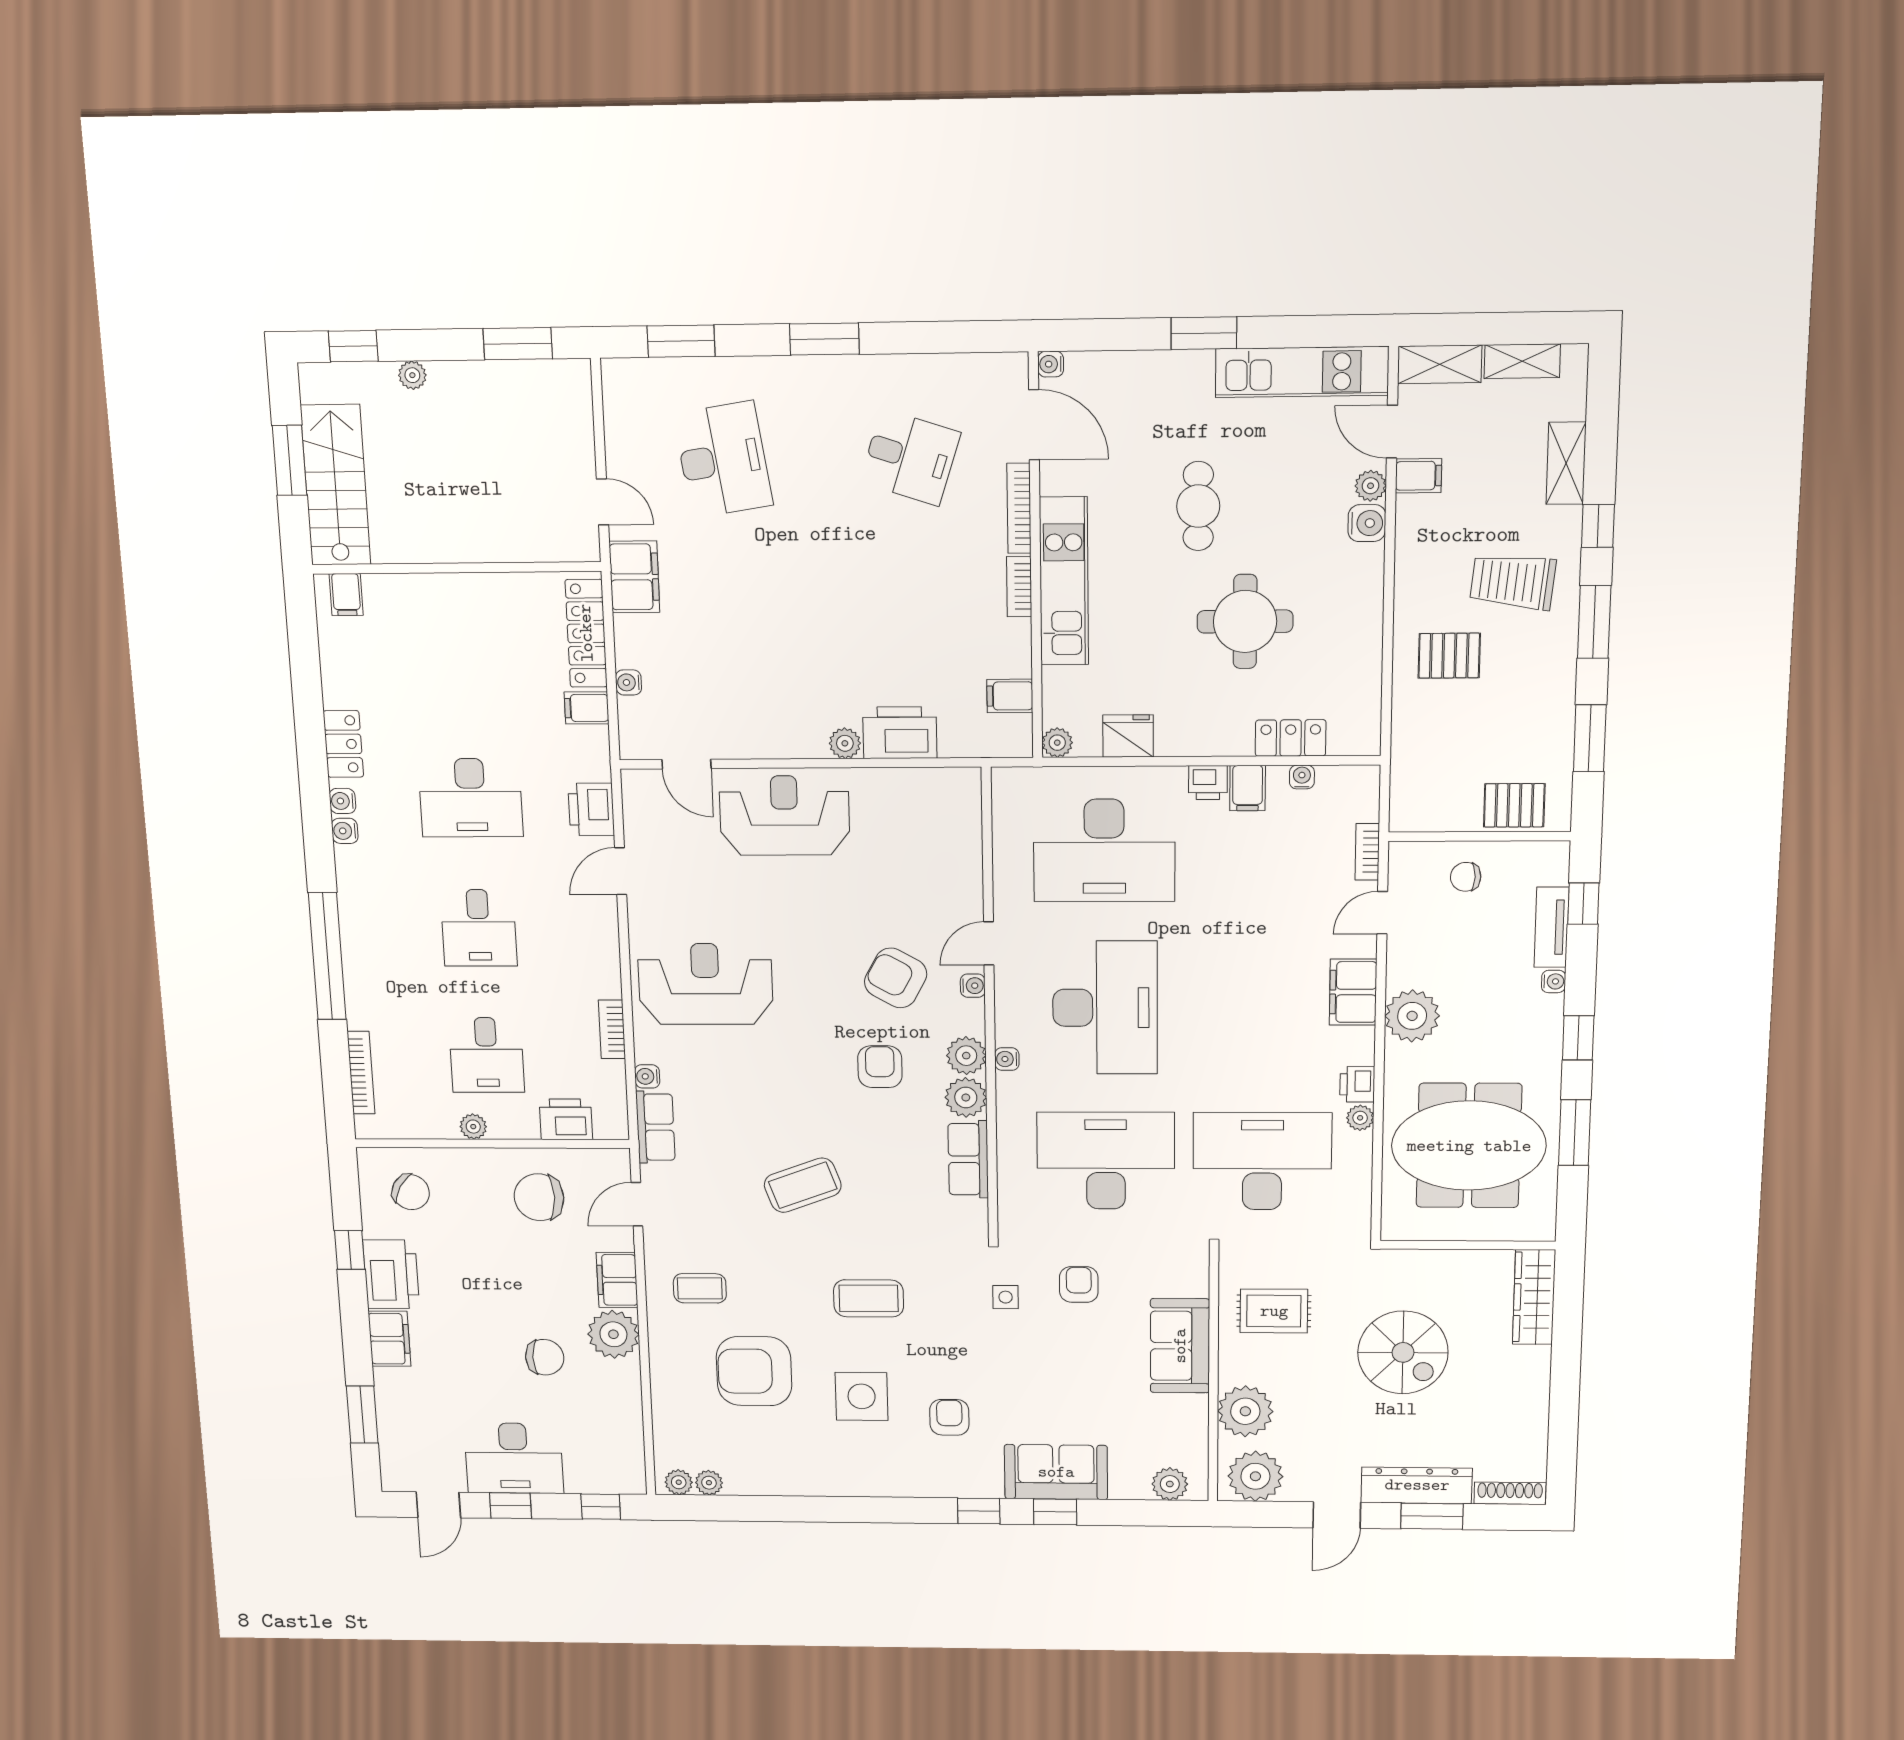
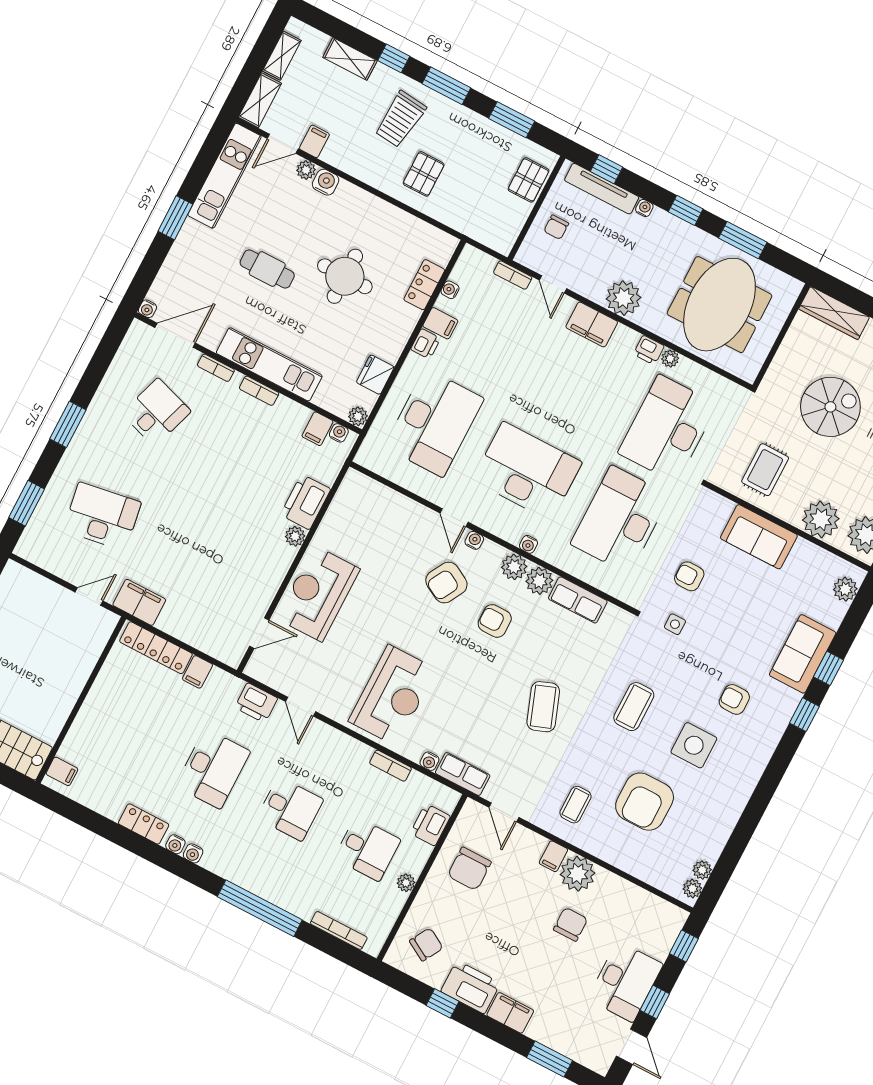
bookcase: (1019, 508) -> (216, 368), width x0.64
water cooler: (628, 682) -> (339, 433), moved, turned 180
tv unit: (1551, 927) -> (602, 189), width x1.41
reception desk: (705, 984) -> (392, 695), turned 180
filing cabinet: (617, 1280) -> (553, 856), width x0.50

